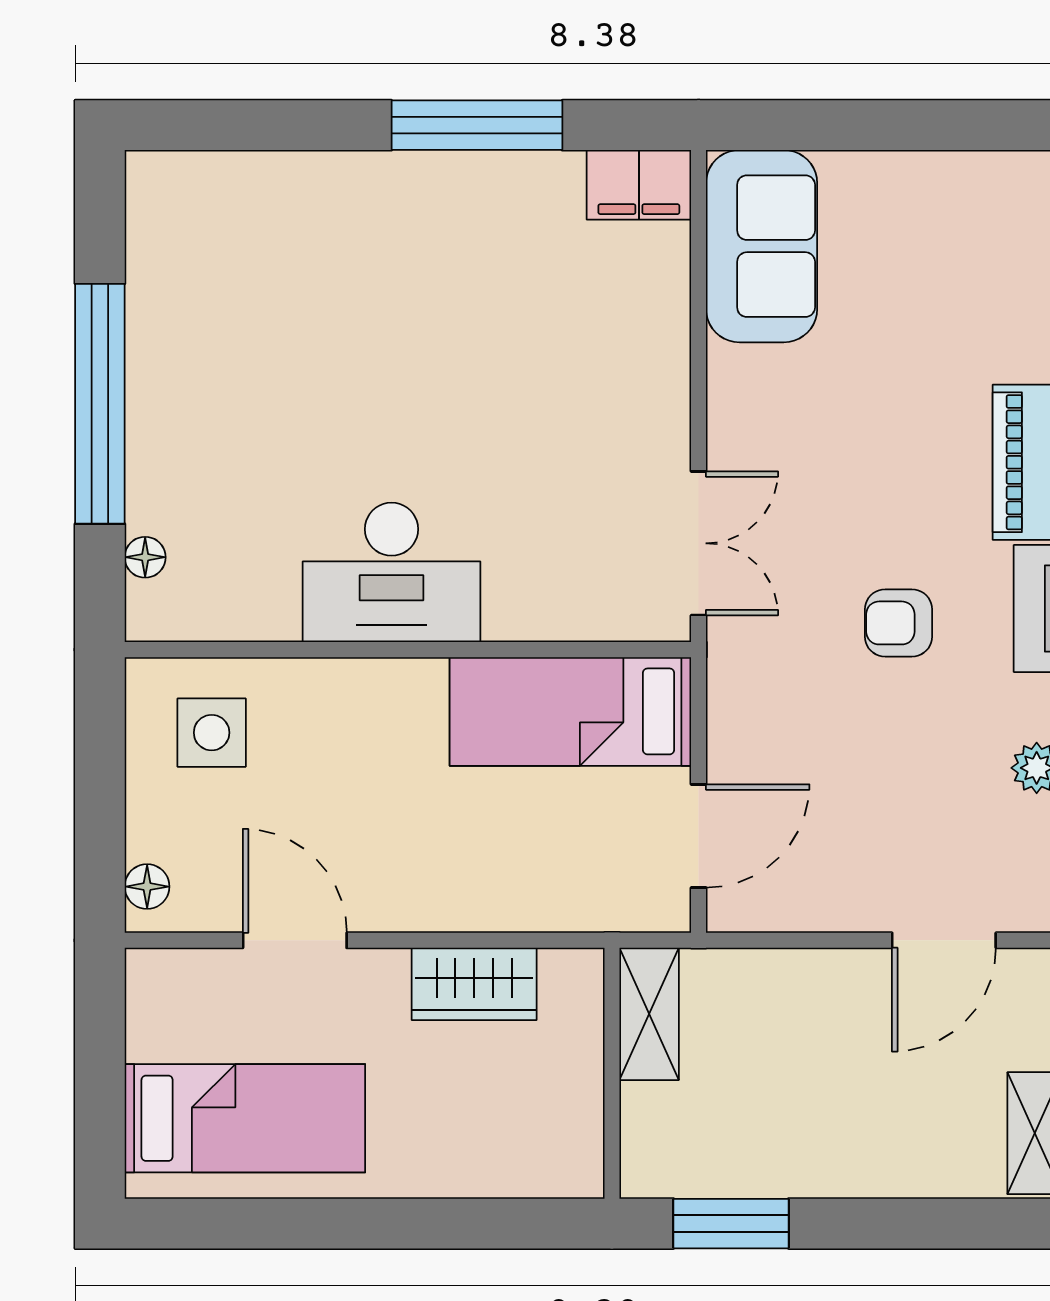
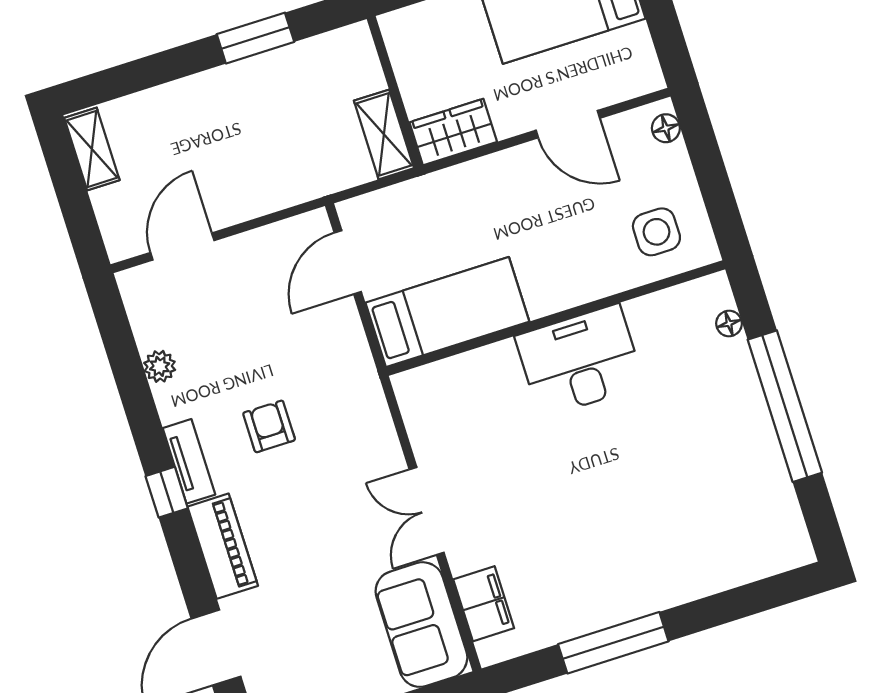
filing cabinet: (639, 185) -> (484, 604), moved, turned 90
double door: (699, 543) -> (427, 511), moved
armchair: (898, 623) -> (269, 426), turned -90
shelving: (649, 1014) -> (384, 134), moved
wall: (612, 1073) -> (395, 92), moved

